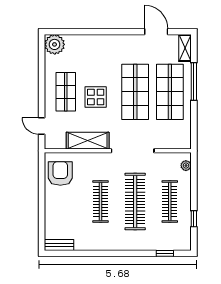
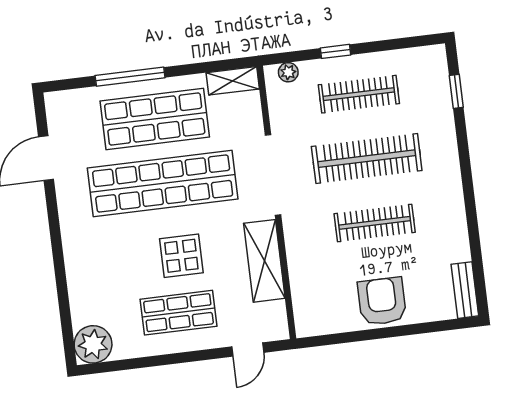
shelving: (185, 48) -> (233, 81), moved
shop shelf: (135, 92) -> (163, 184), width x1.40
armchair: (60, 173) -> (382, 301), moved, turned 90
window: (194, 219) -> (336, 51), moved

